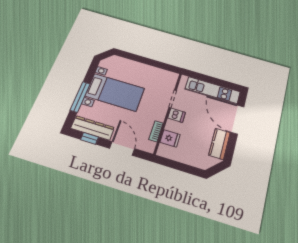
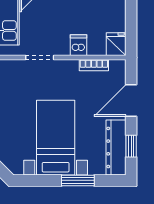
window: (80, 97) -> (78, 180), width x0.69
dishwasher: (177, 115) -> (78, 45), moved
fridge: (170, 138) -> (116, 44), moved

